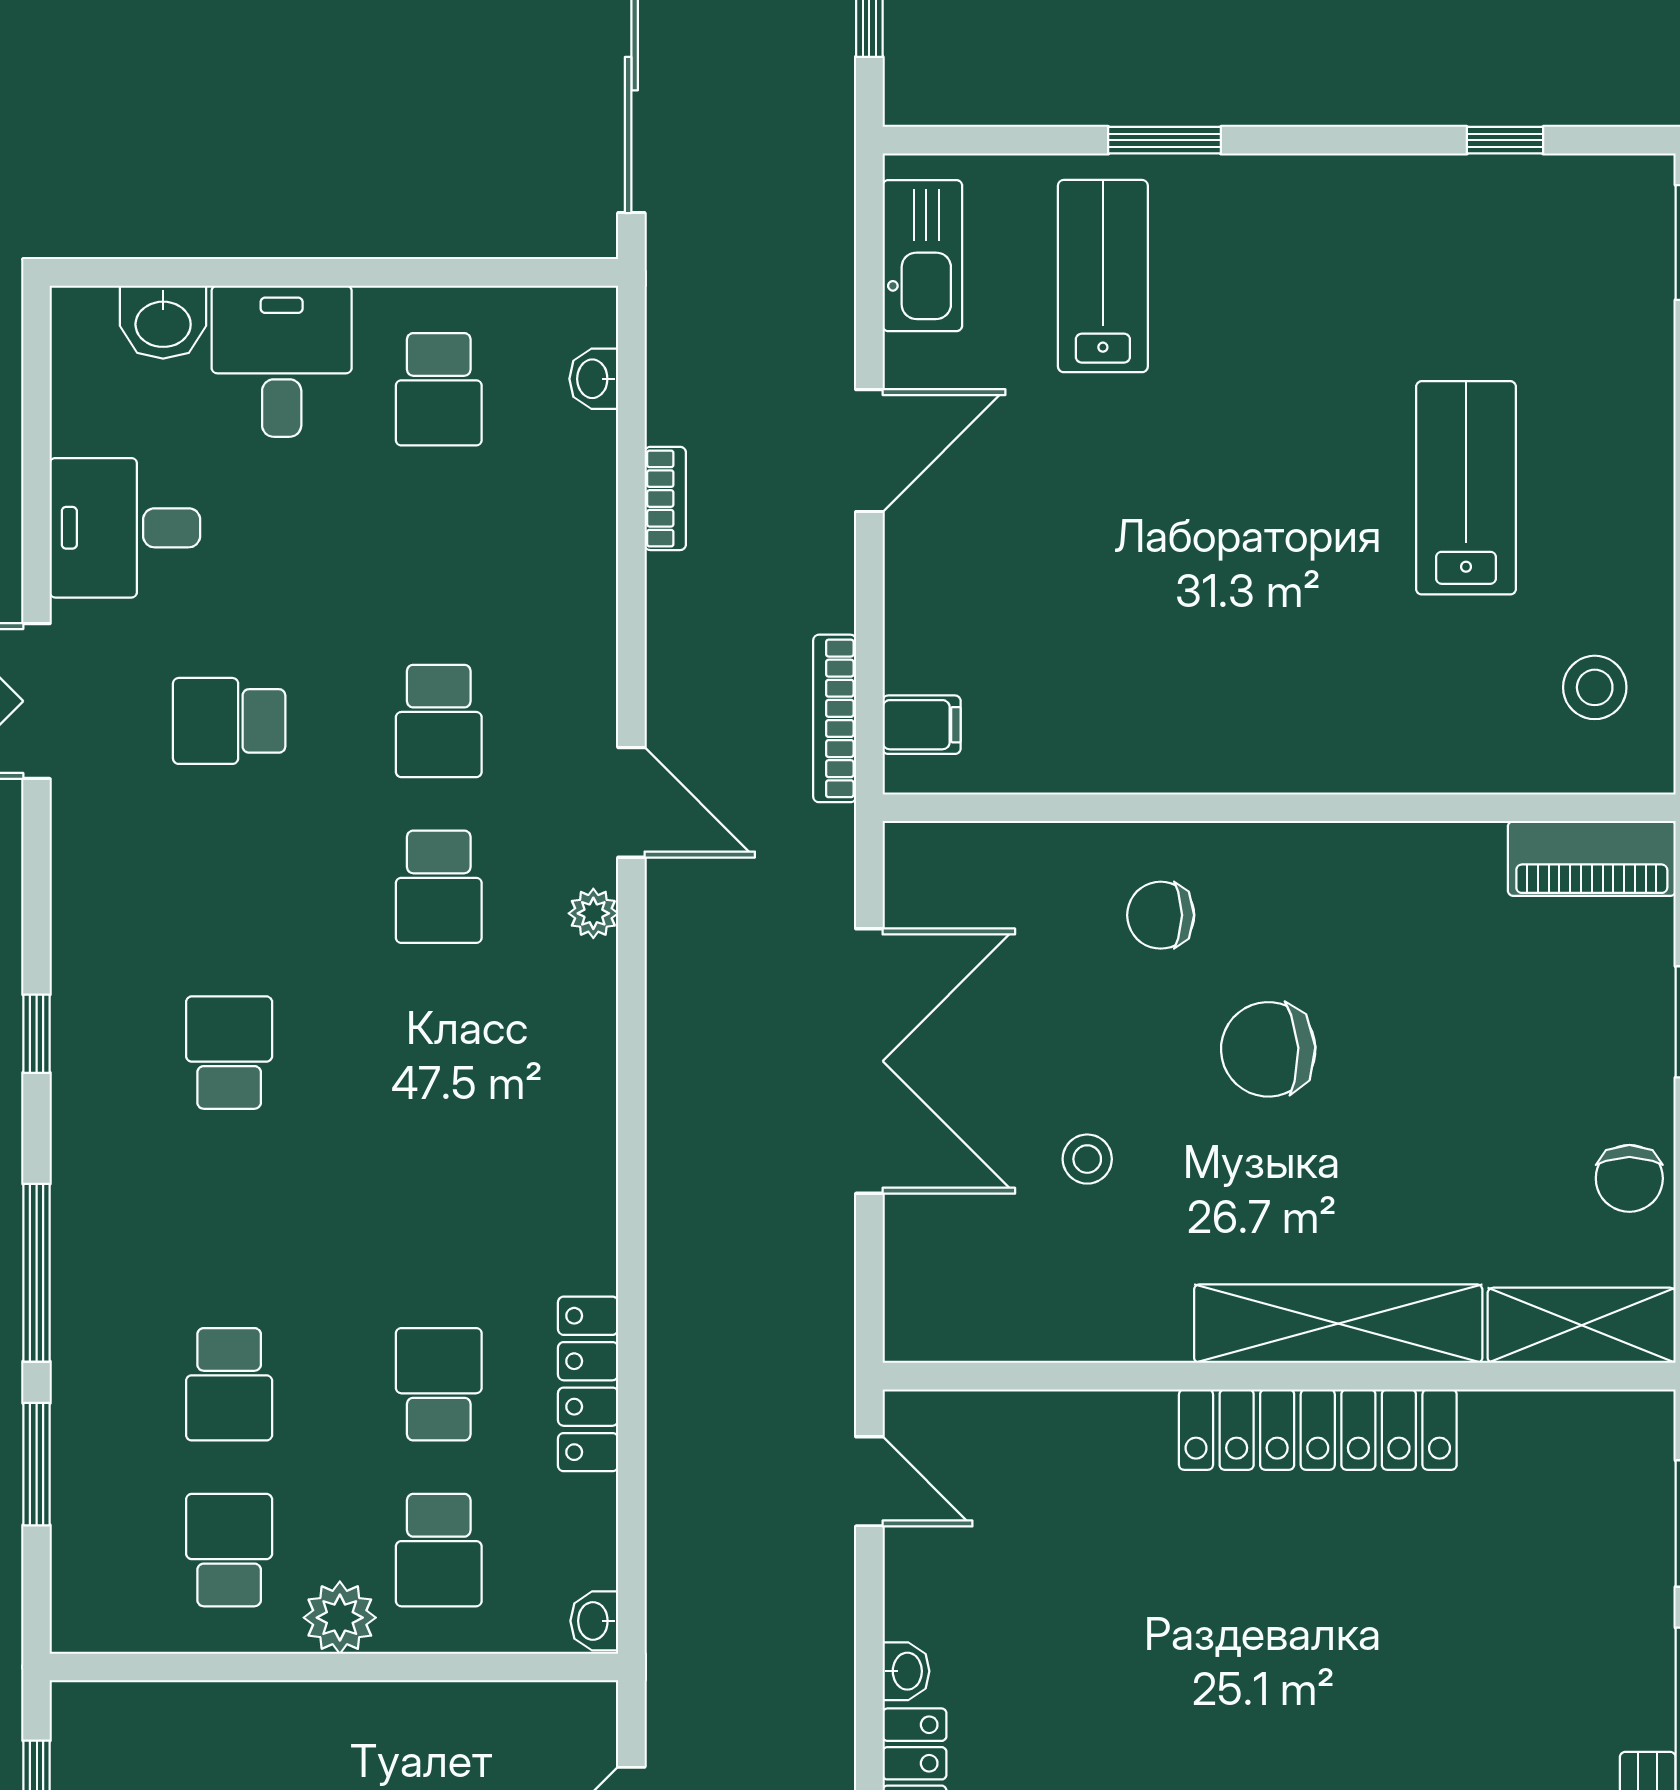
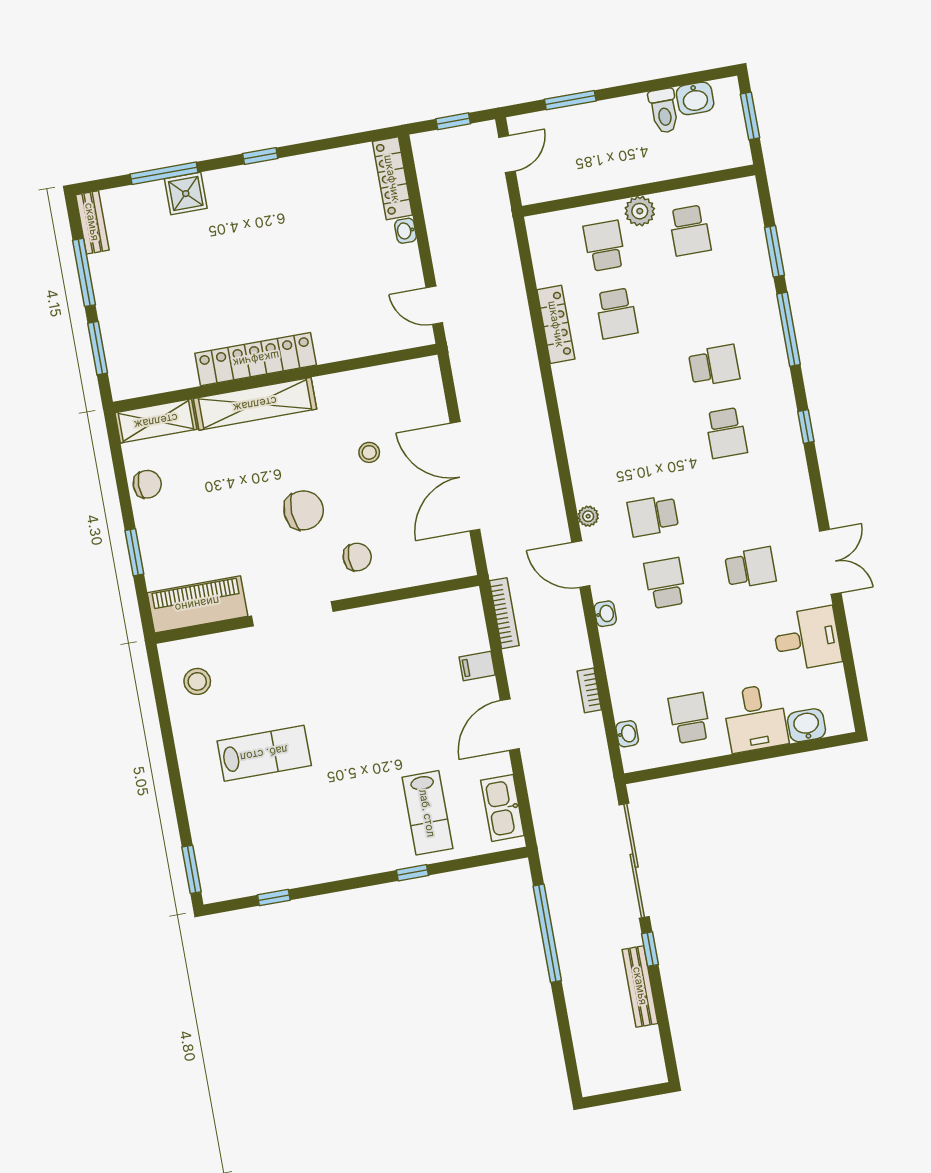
window: (1165, 140) -> (412, 873), width x0.67
lab bench: (1466, 488) -> (264, 753), turned -90
filing cabinet: (922, 725) -> (477, 666), moved
doorway: (1339, 808) -> (292, 614), added
piano: (1592, 858) -> (197, 604), width x1.37, depth x1.33
school desk: (439, 887) -> (653, 516), turned -90
chair: (1629, 1178) -> (147, 484), turned 90
school desk: (229, 1384) -> (714, 365), moved, turned 90
washbasin: (594, 1621) -> (605, 614), moved

